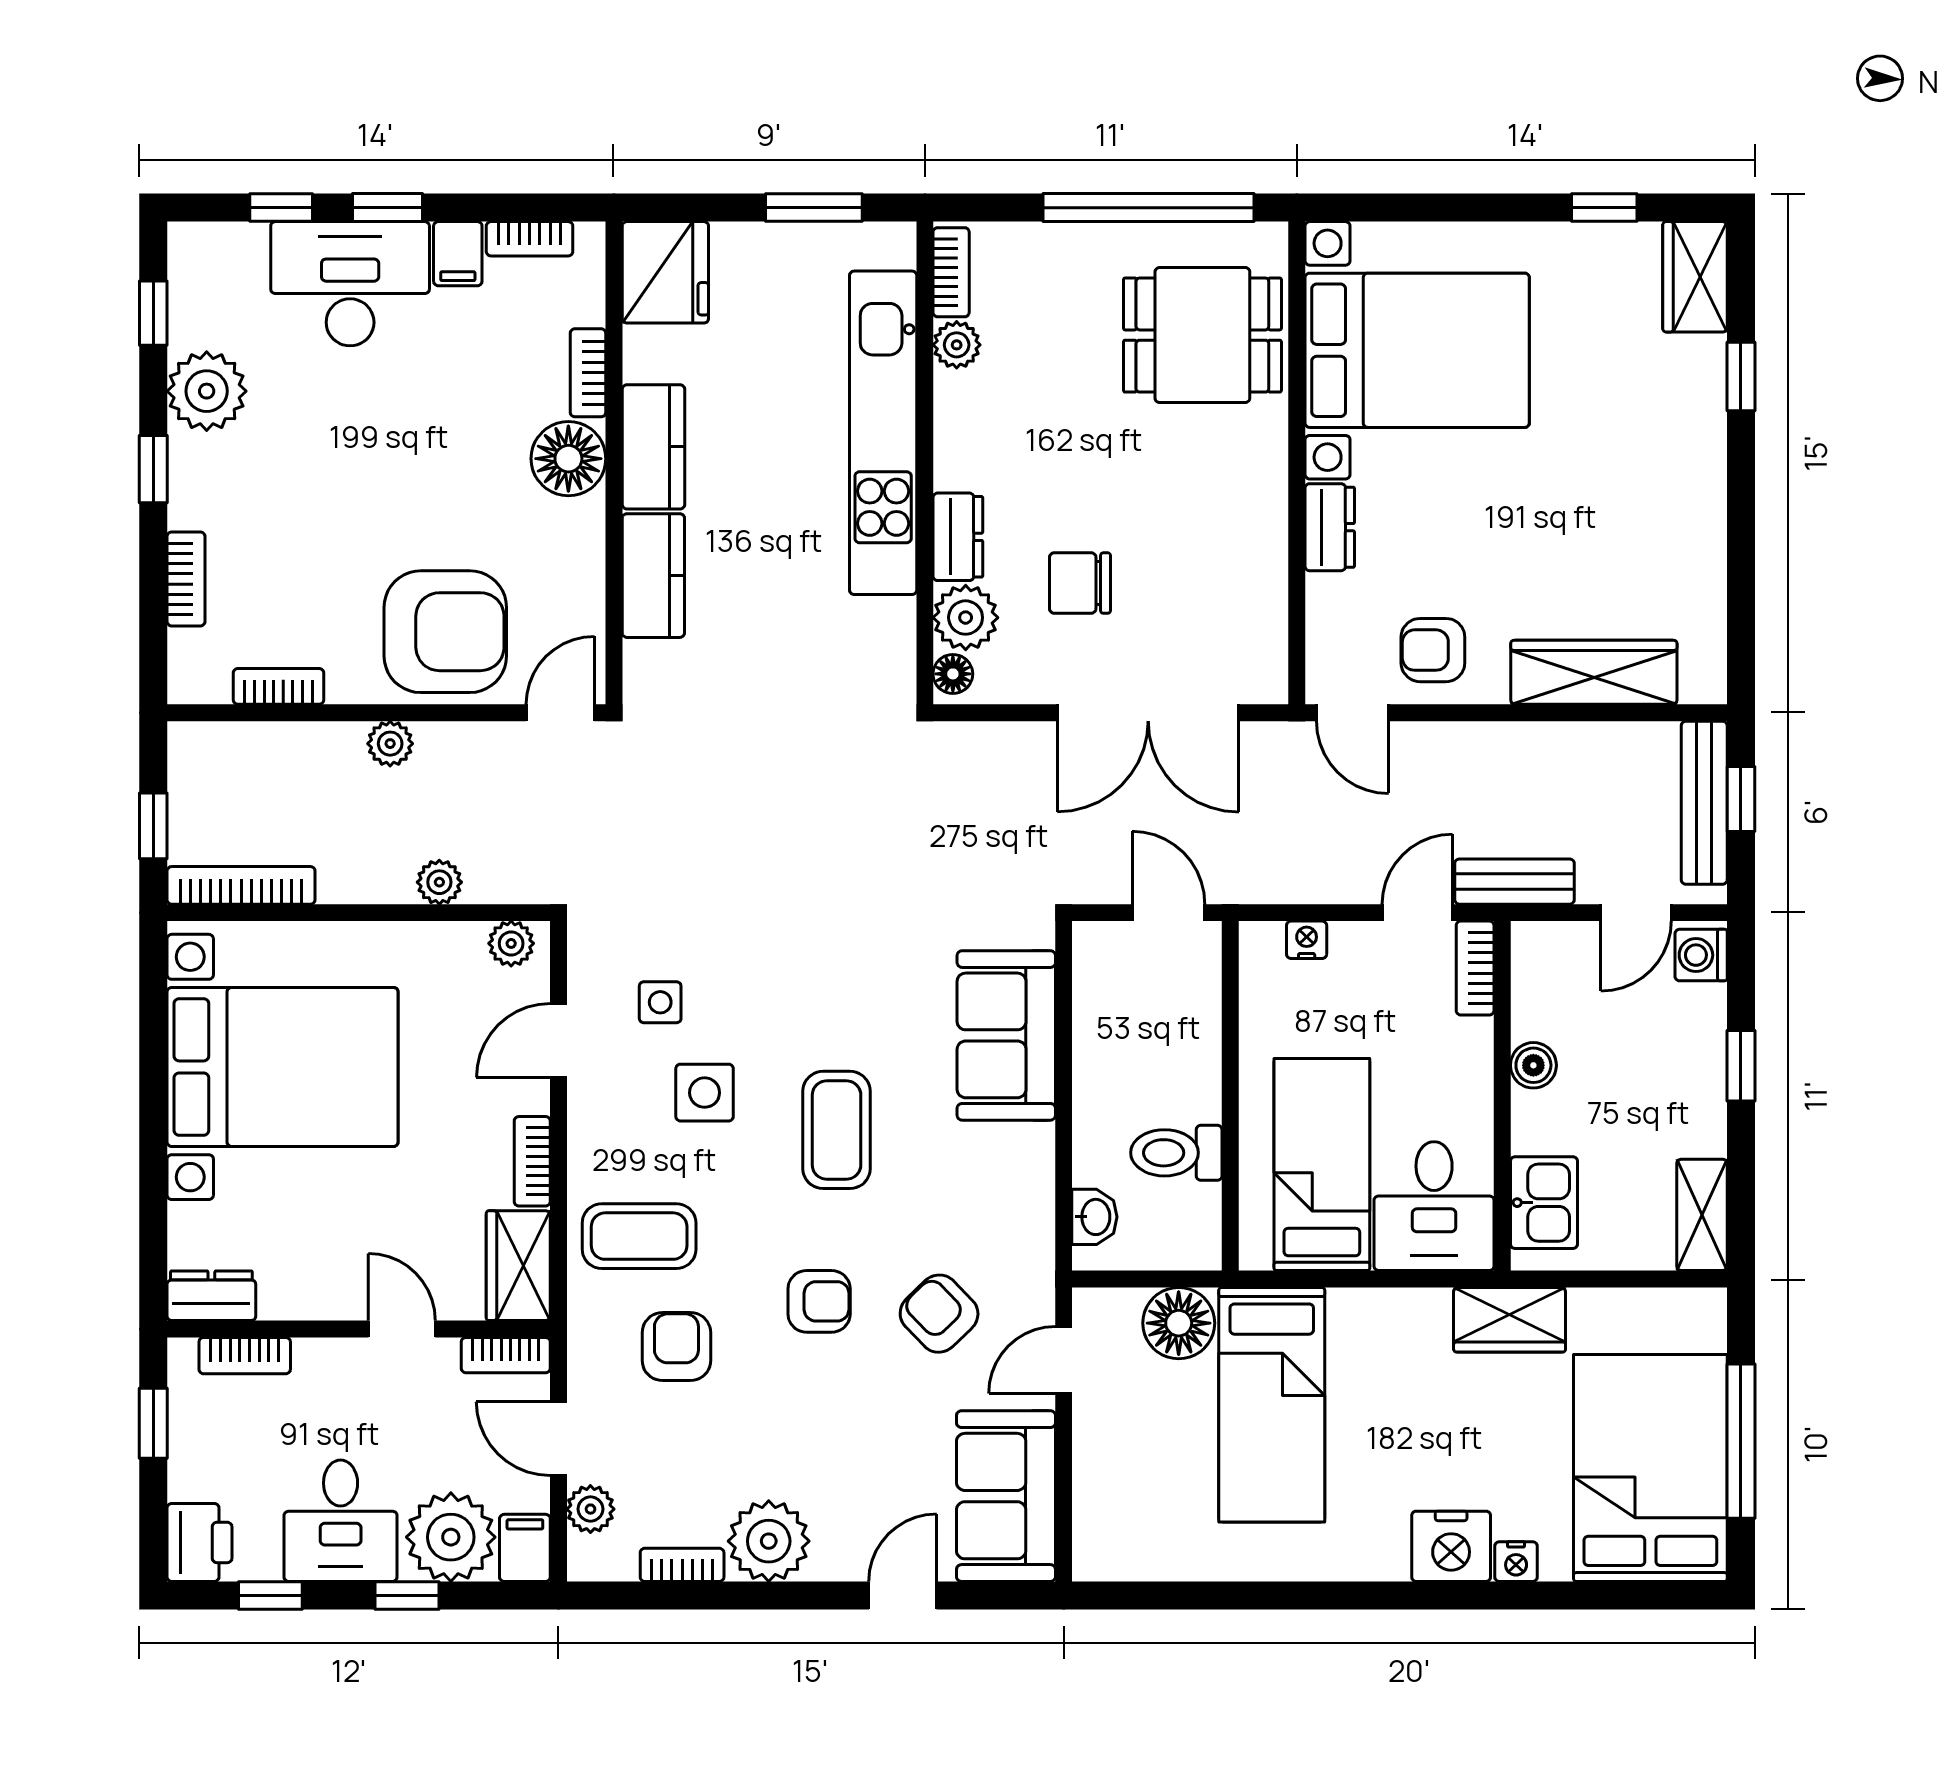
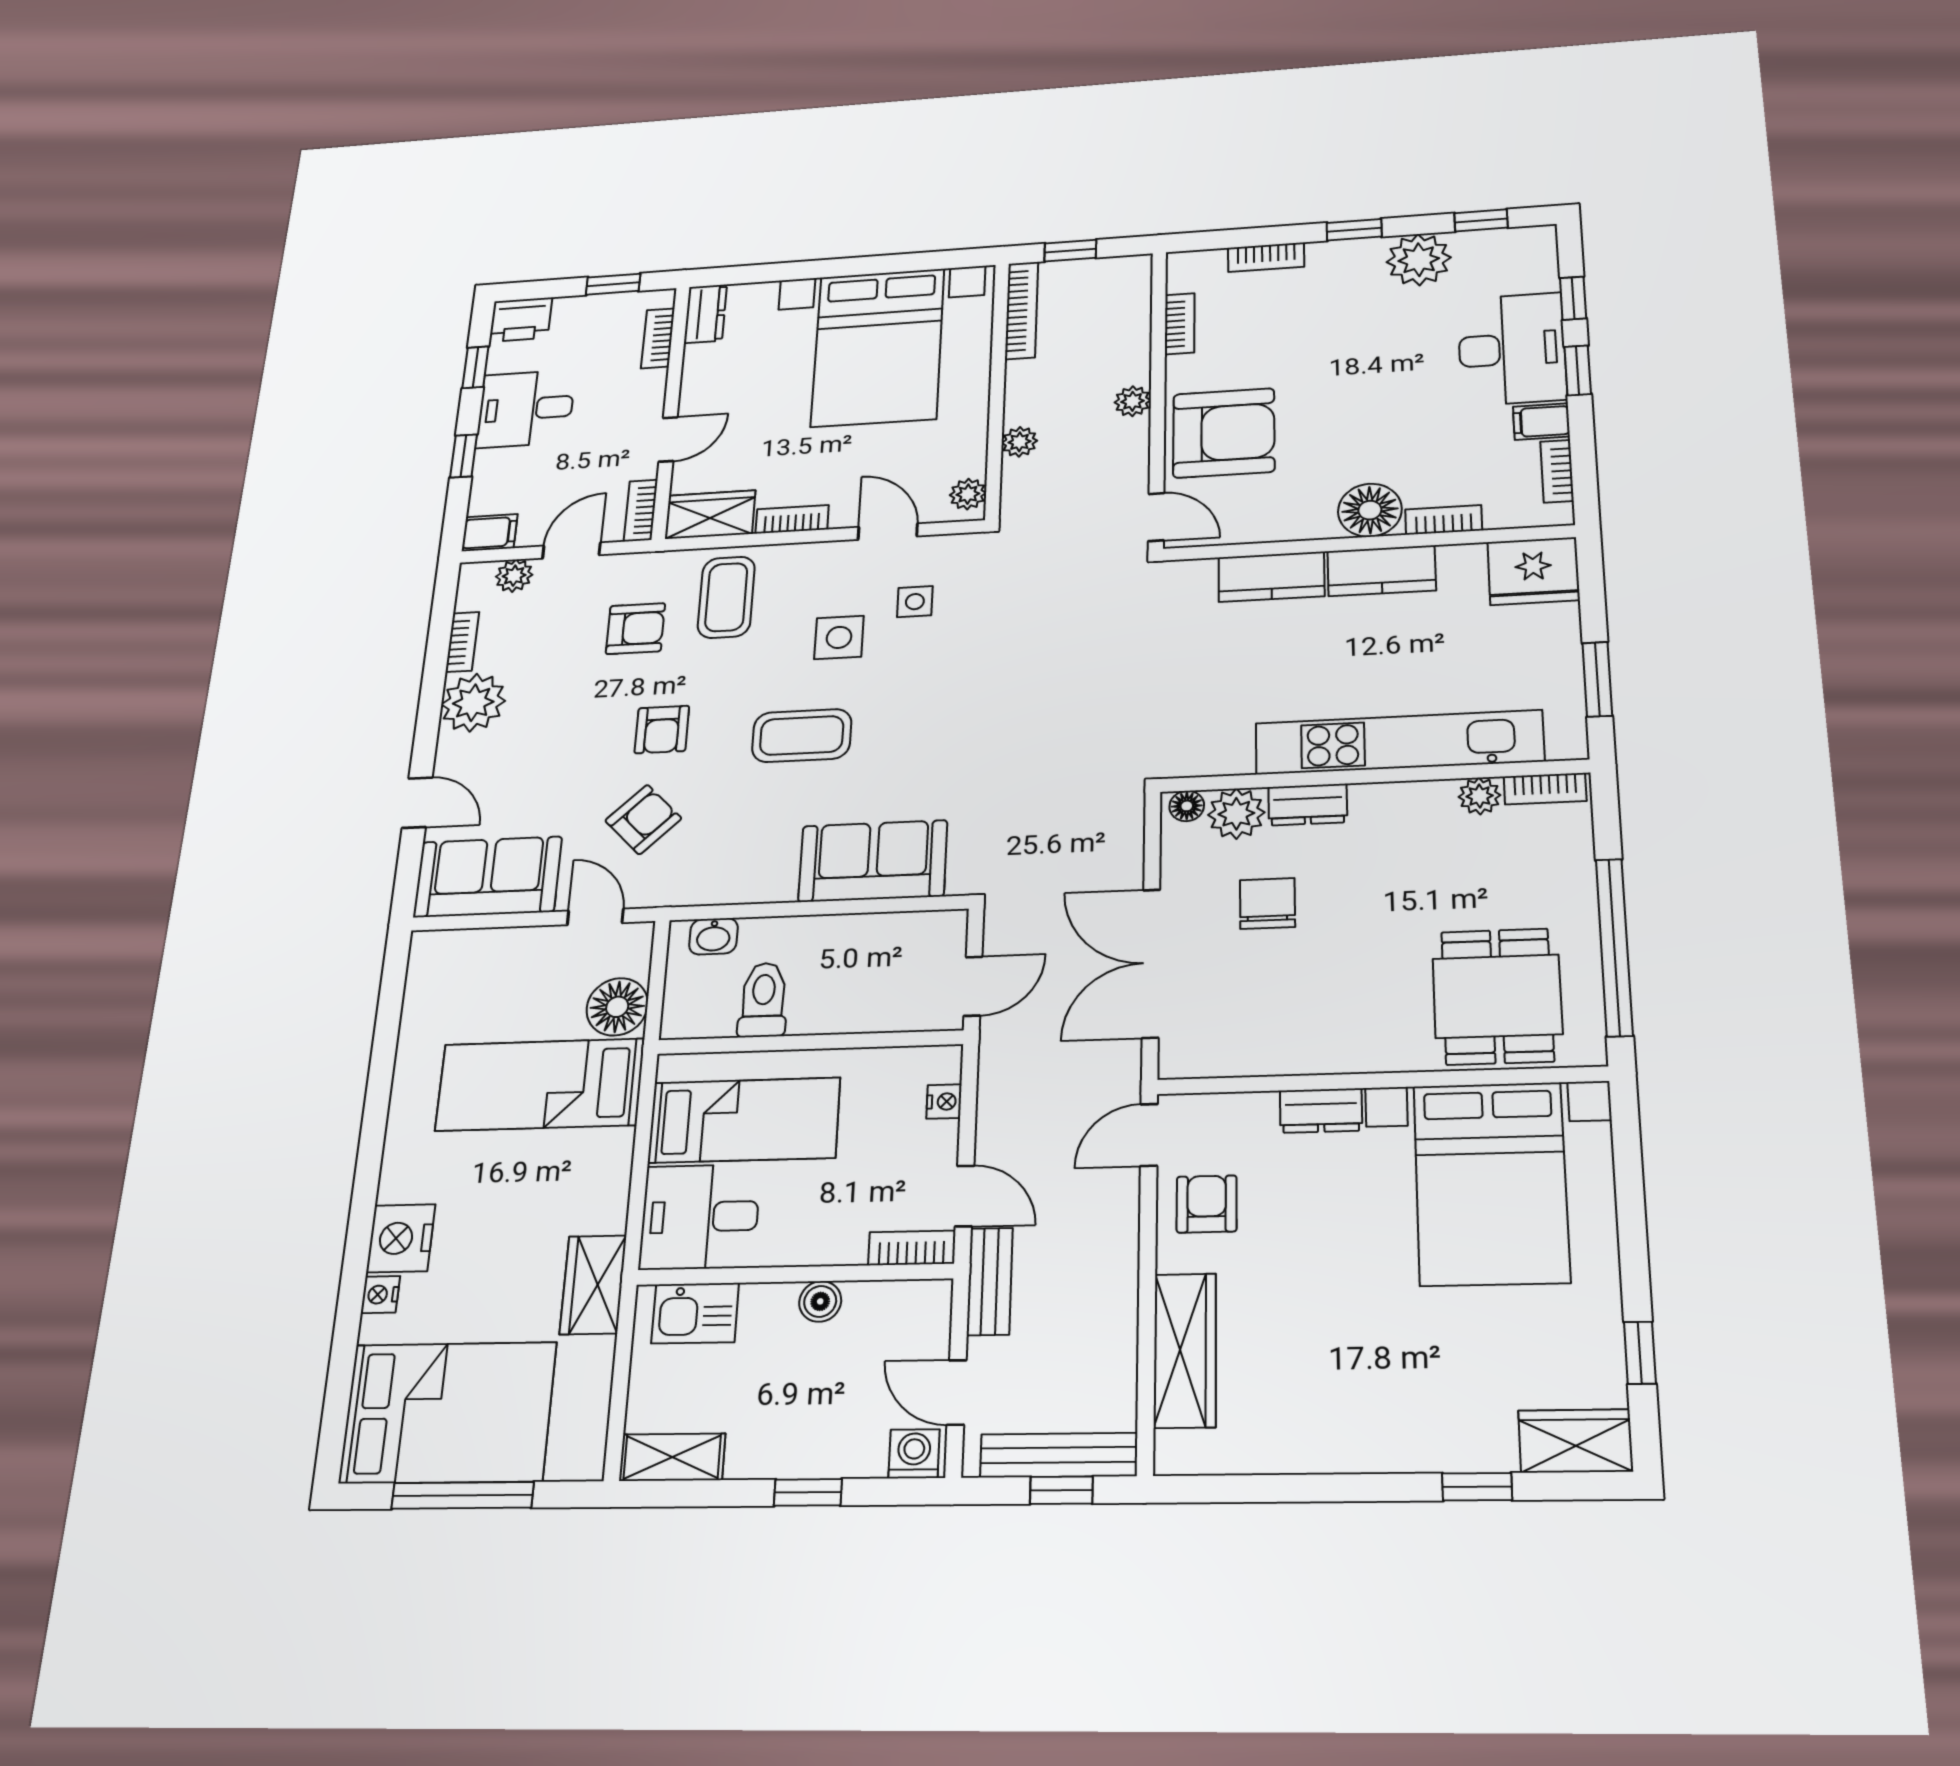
armchair: (445, 632) -> (1224, 433), turned -90
plant: (451, 1537) -> (504, 482), removed

